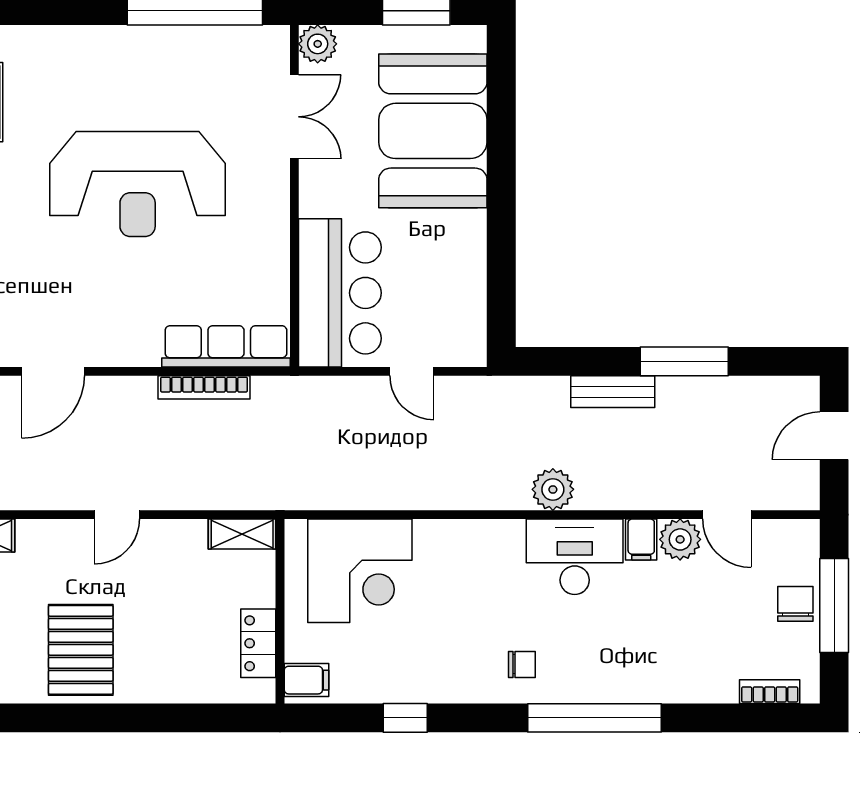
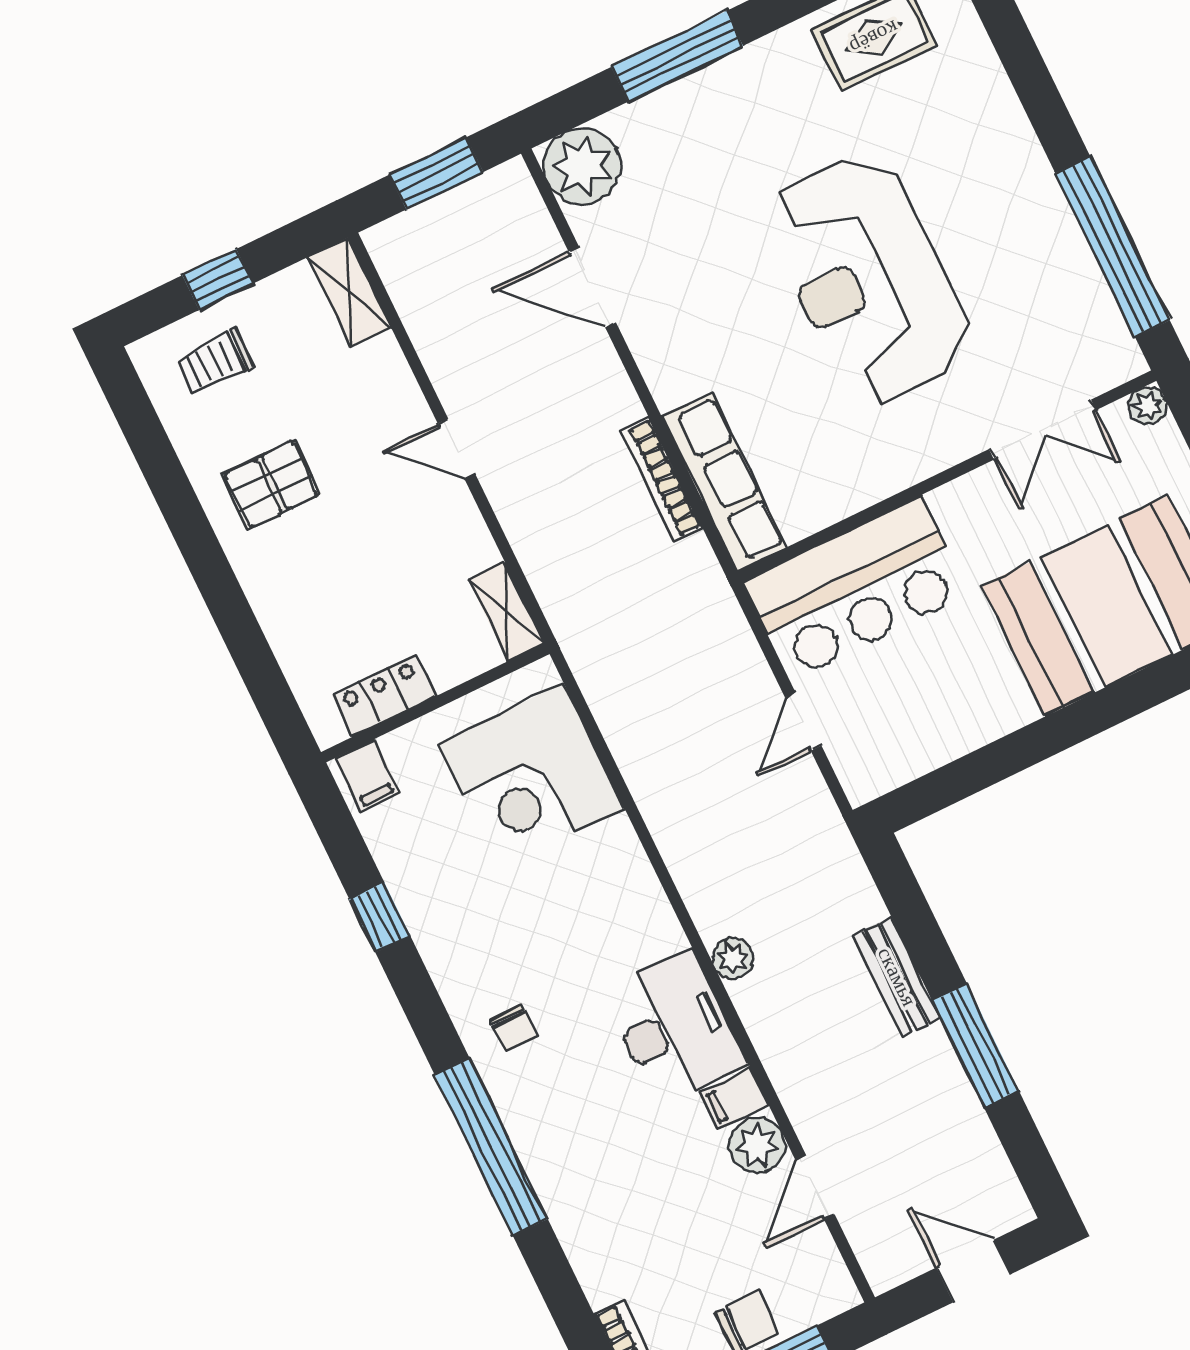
plant: (318, 44) -> (1148, 406), width x0.73, depth x0.73
plant: (553, 489) -> (733, 958), width x0.73, depth x0.73
pallet: (81, 650) -> (271, 484), width x0.67, depth x0.71

